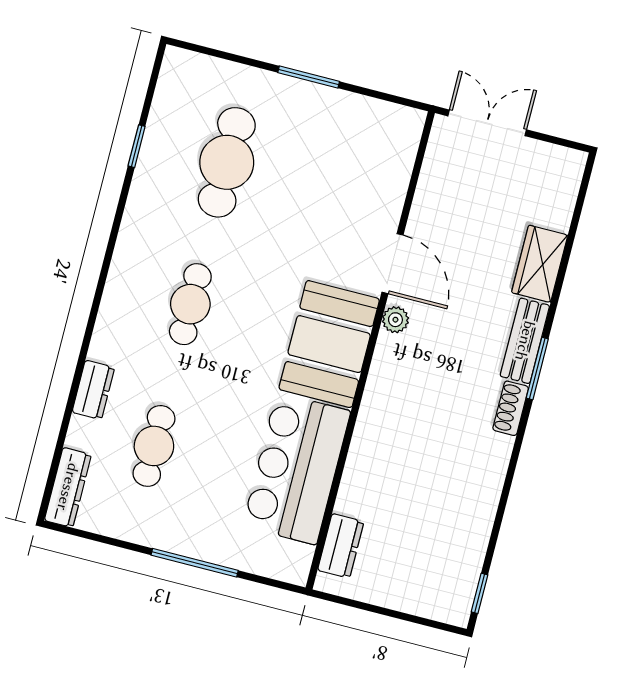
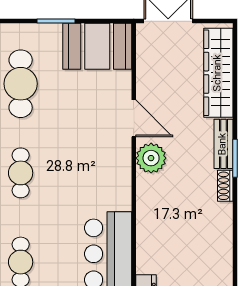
wardrobe: (540, 264) -> (218, 73), width x2.10, depth x1.17
plant: (395, 320) -> (151, 158), width x1.88, depth x1.88
booth: (329, 344) -> (97, 46), moved, turned 90

